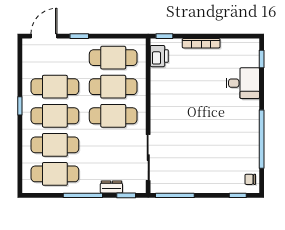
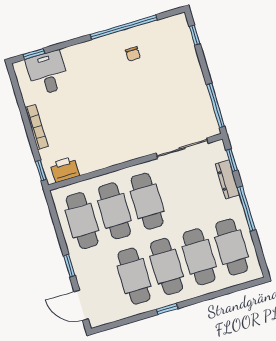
desk: (243, 83) -> (47, 73), moved
chair: (250, 179) -> (133, 54), moved
dresser: (111, 187) -> (227, 179), width x1.44

